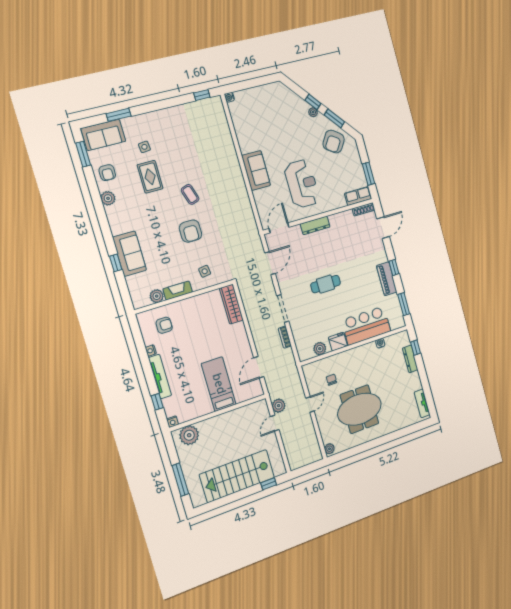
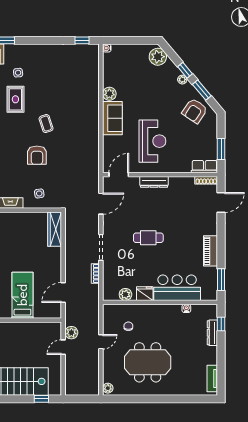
plant: (283, 94) -> (158, 57), added
plant: (246, 145) -> (109, 94), added
window: (394, 267) -> (221, 243), removed

